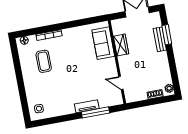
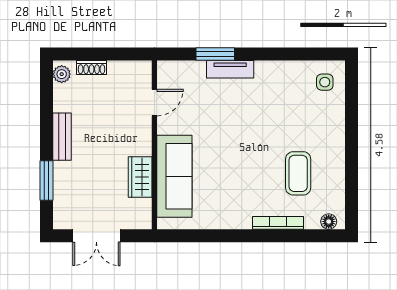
bench: (160, 39) -> (62, 137), moved
sofa: (103, 43) -> (174, 176), width x1.36
door: (121, 83) -> (154, 103), hinge flipped
window: (95, 112) -> (215, 54), width x0.69

